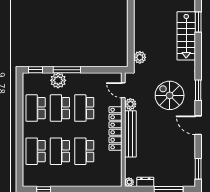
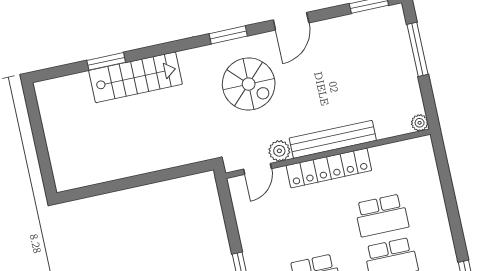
plant: (140, 57) -> (192, 152), removed
spiral stairs: (170, 95) -> (249, 84), turned -90
school desk: (84, 108) -> (304, 232), removed
dresser: (145, 182) -> (413, 94), removed

